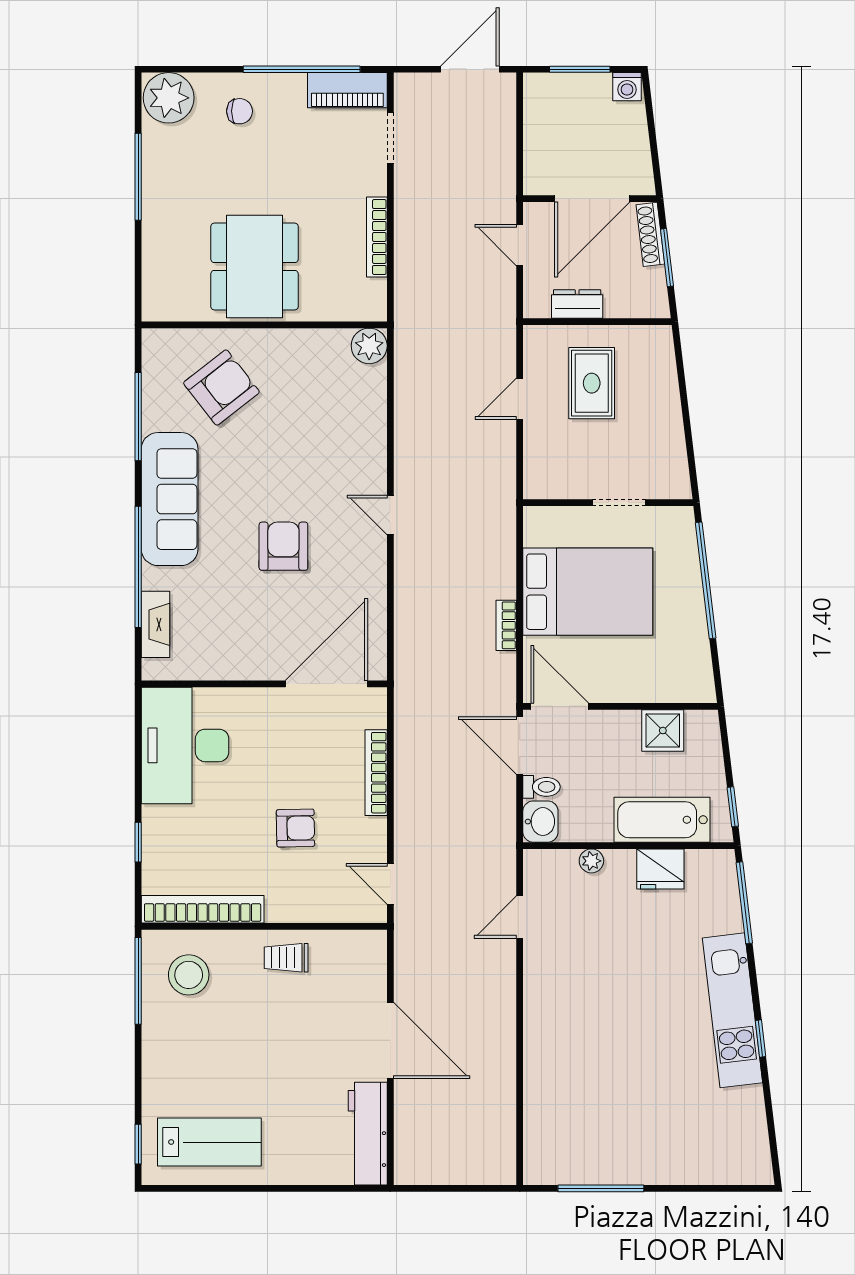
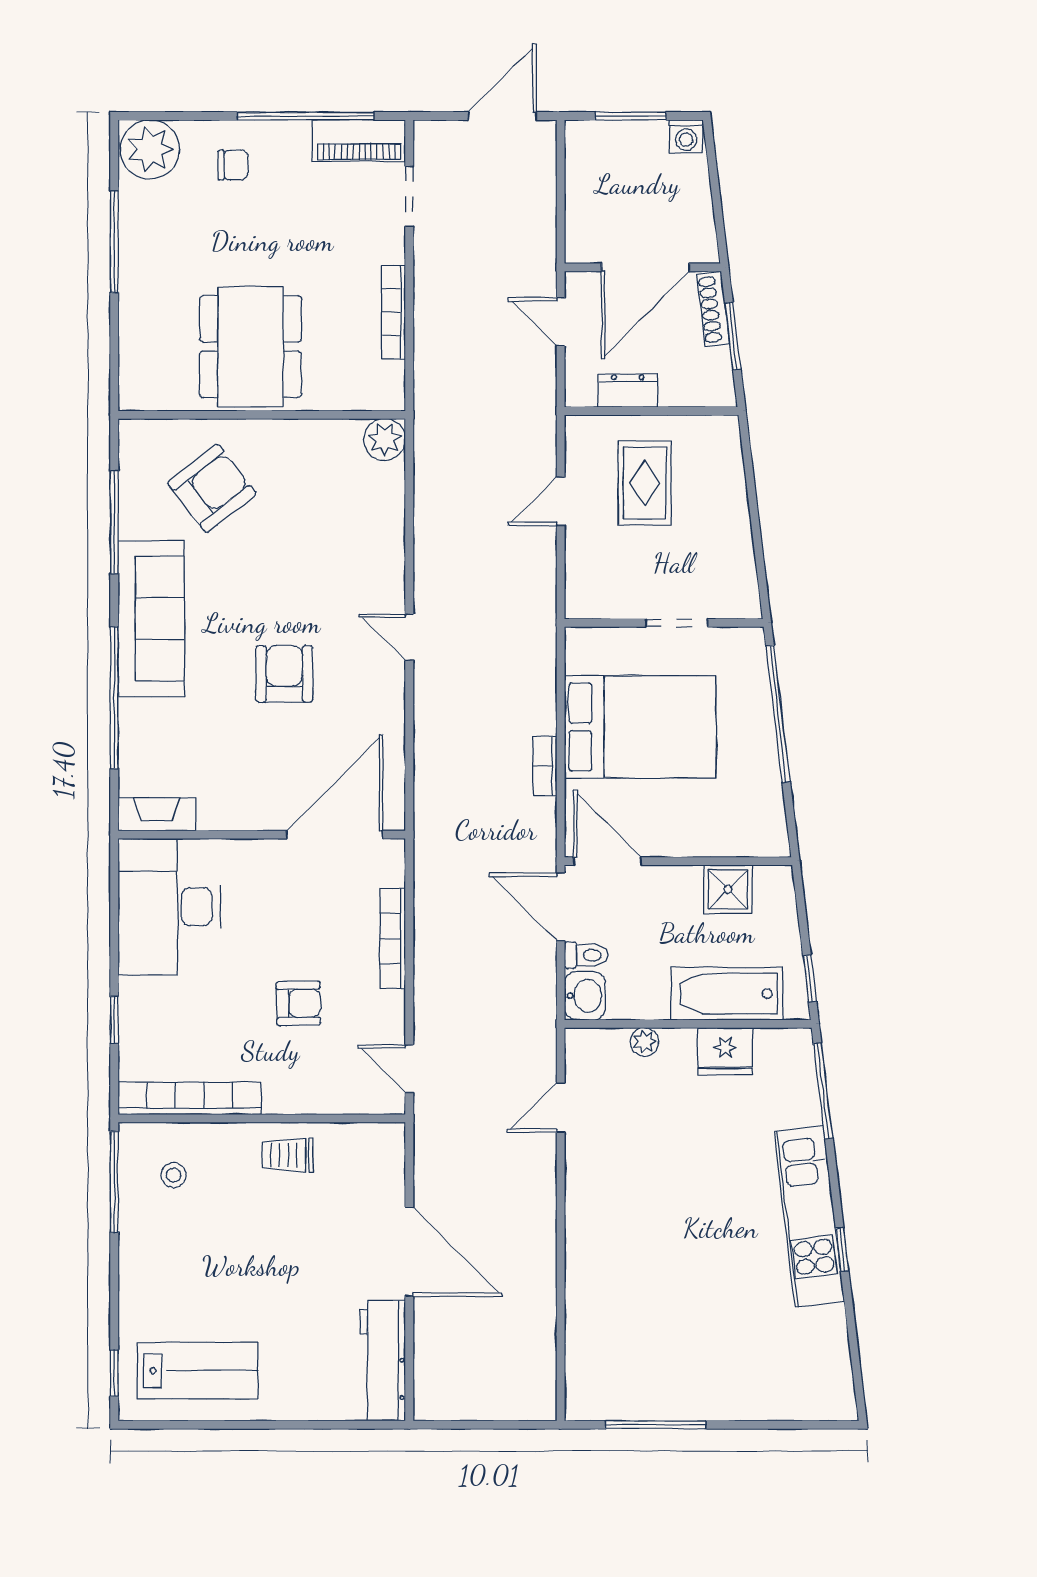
fireplace: (155, 624) -> (157, 814), moved, turned -90
stool: (189, 975) -> (173, 1175), width x0.53, depth x0.53

